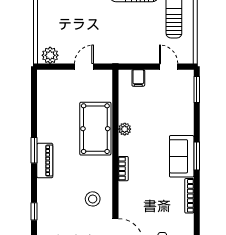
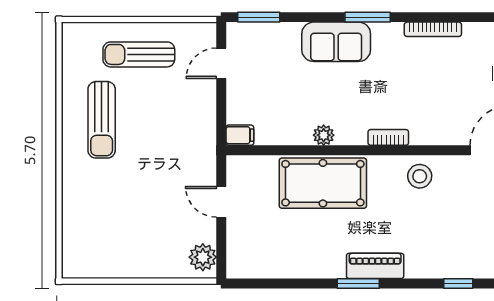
filing cabinet: (138, 78) -> (240, 135), moved
sofa: (182, 156) -> (336, 42), moved
stool: (93, 199) -> (420, 176), moved

